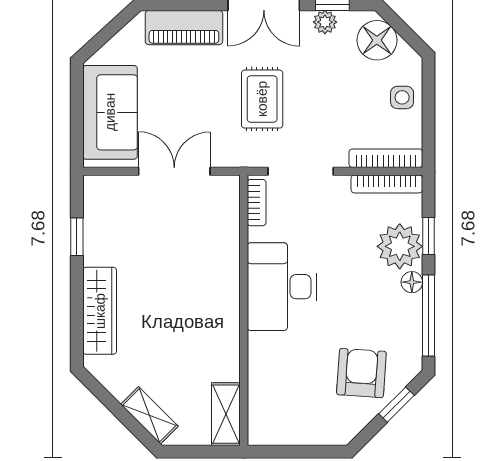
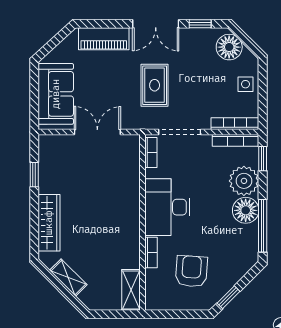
plant: (325, 22) -> (195, 35), removed
window: (428, 236) -> (263, 159), moved
floor lamp: (412, 282) -> (246, 210), width x1.89, depth x1.89
bookcase: (257, 357) -> (151, 253), added
armchair: (361, 373) -> (191, 271), moved
window: (397, 405) -> (228, 297), moved
shelving: (149, 415) -> (68, 278), moved

